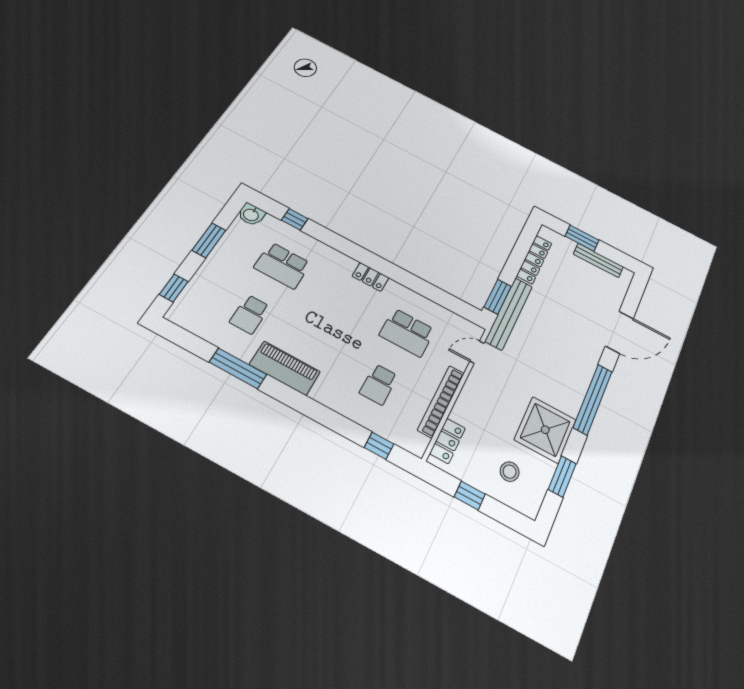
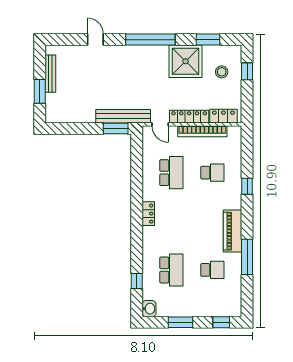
locker: (534, 260) -> (189, 117), moved
door: (619, 332) -> (95, 40), width x0.53
window: (379, 446) -> (247, 186), moved
window: (470, 495) -> (247, 71), moved

